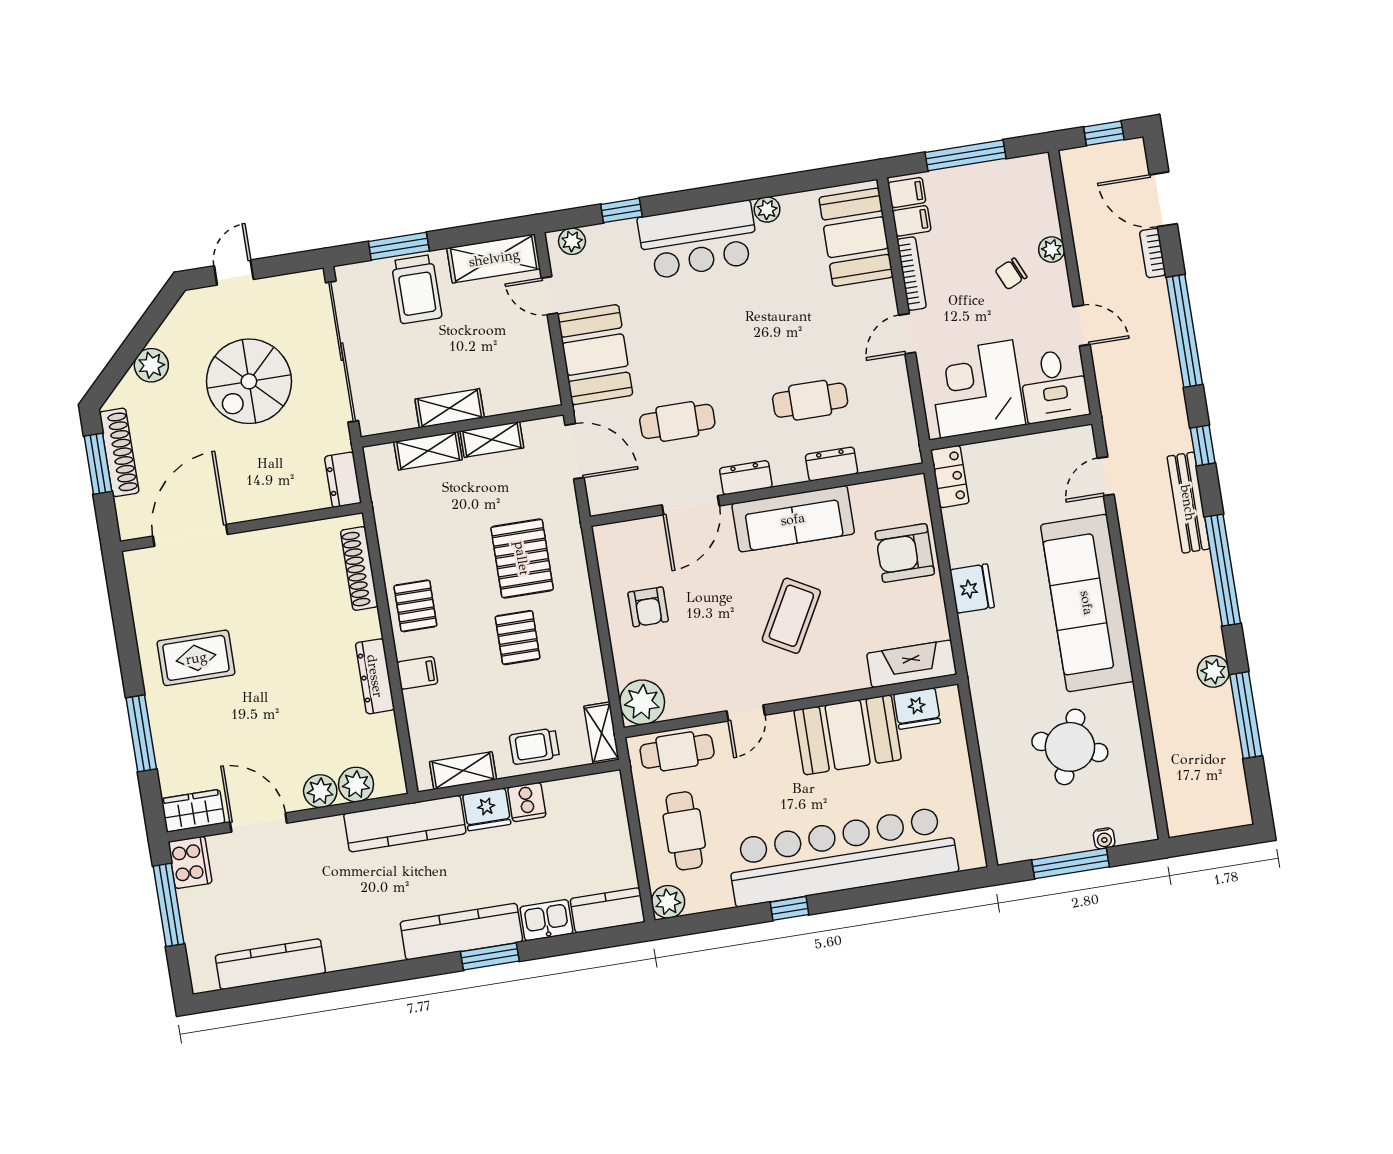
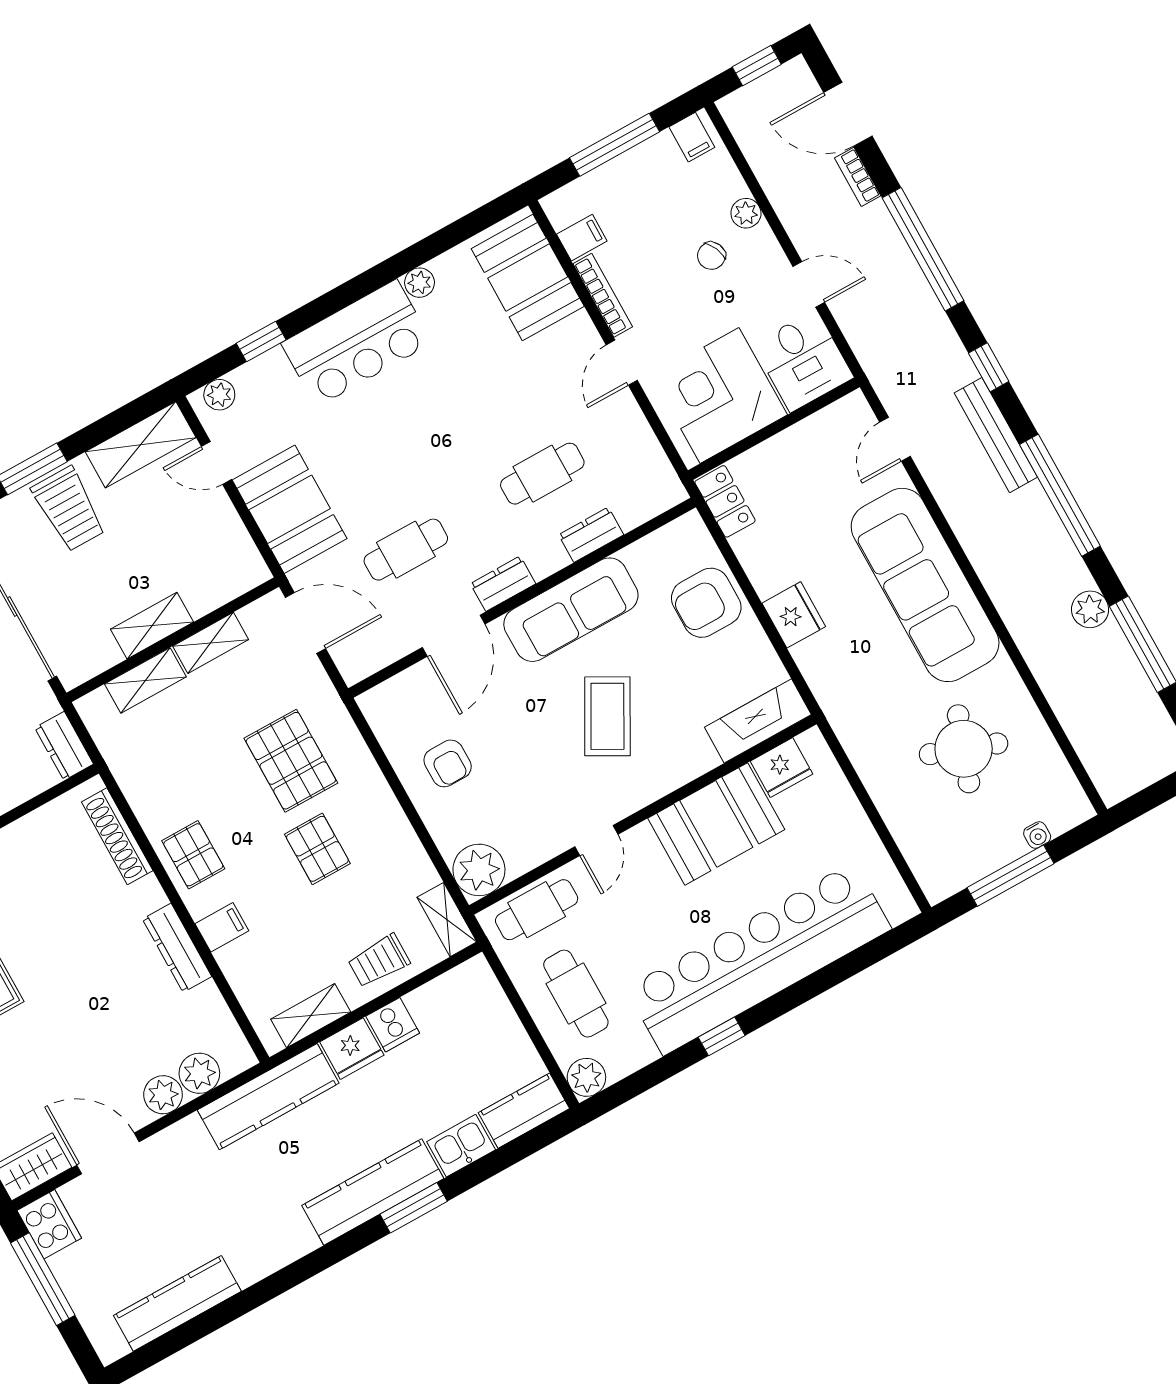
filing cabinet: (907, 193) -> (692, 137), moved, turned 90

